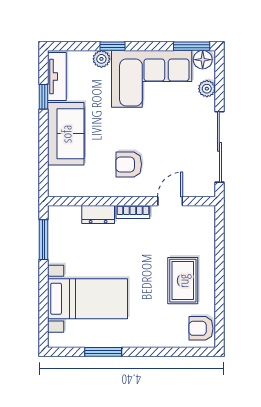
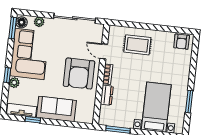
armchair: (129, 164) -> (79, 74), width x1.88, depth x1.88
rug: (183, 281) -> (137, 45), moved

